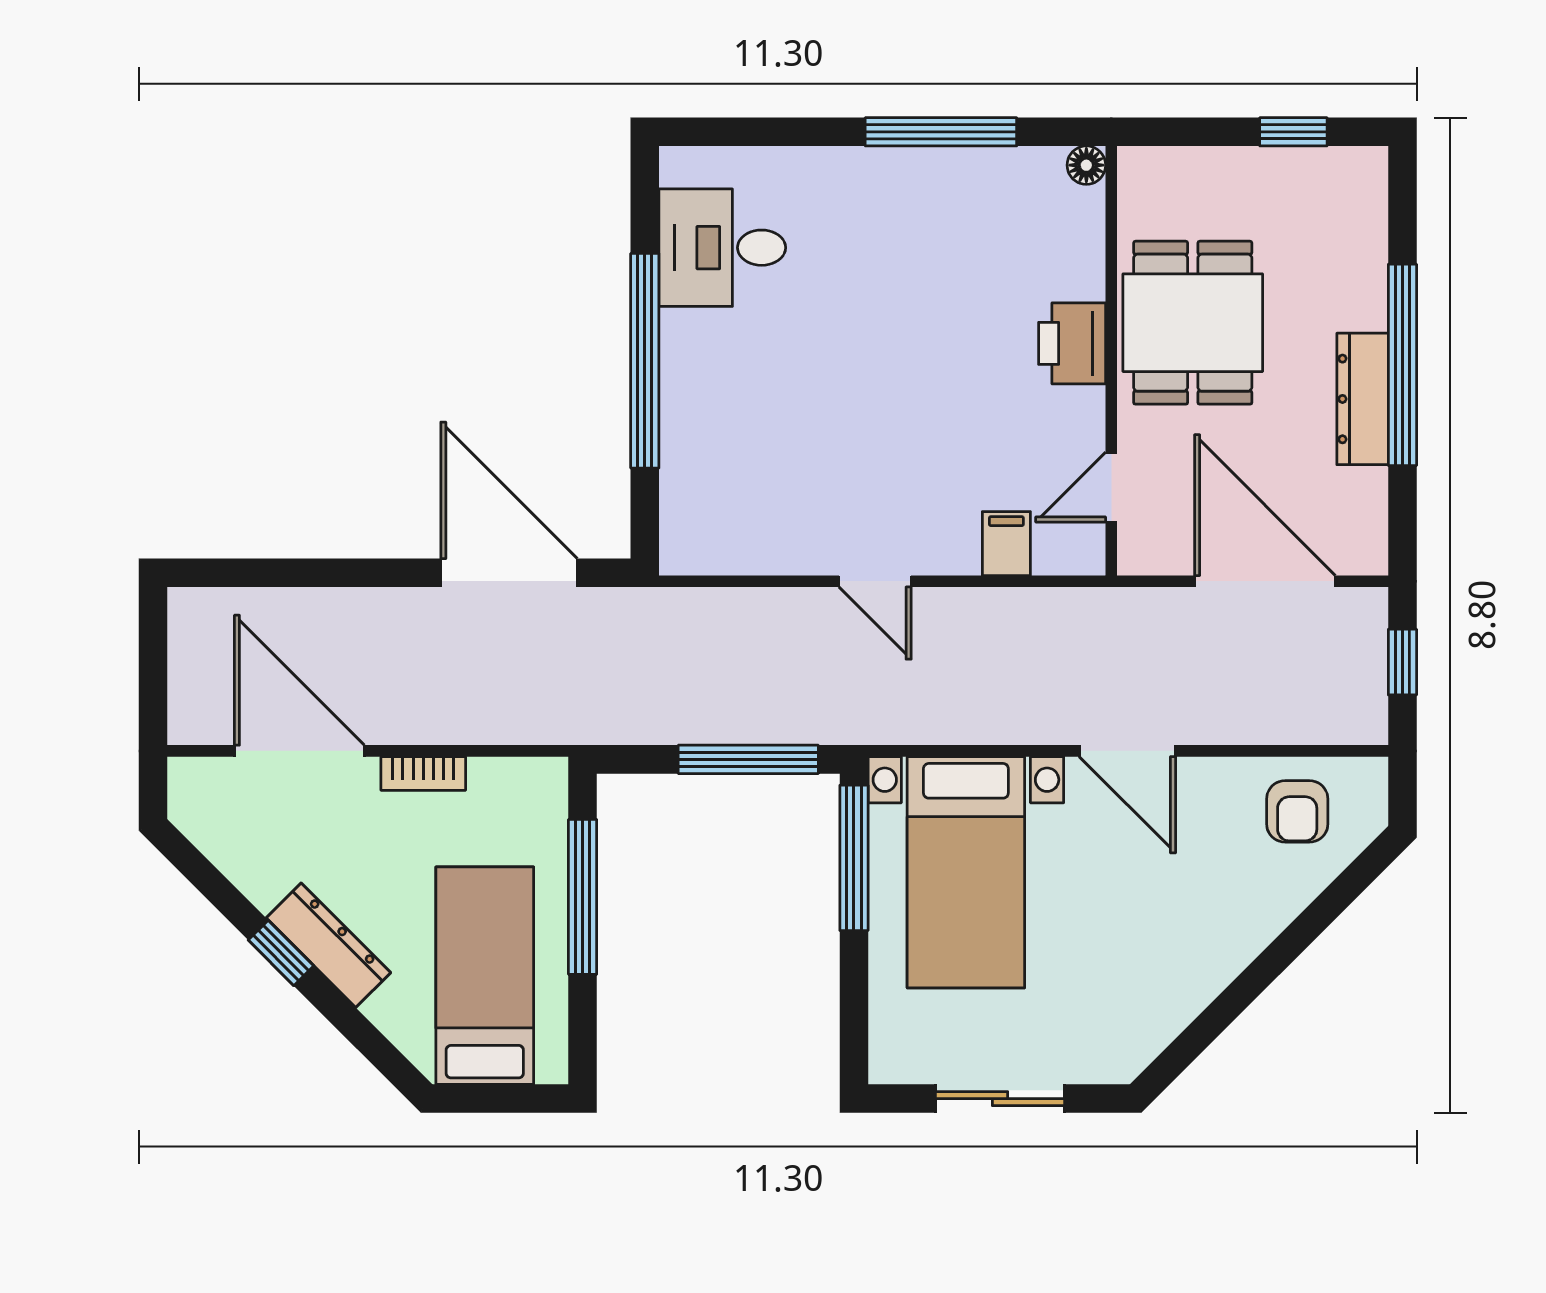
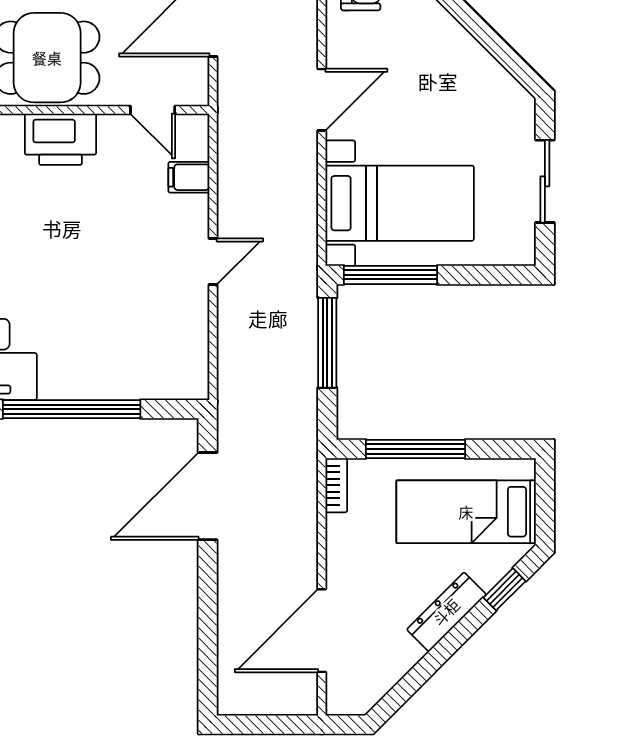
printer: (1072, 343) -> (60, 139), width x1.37, depth x1.19
bookcase: (423, 773) -> (336, 485), moved
window: (281, 953) -> (504, 589), moved

